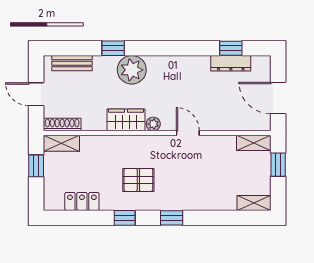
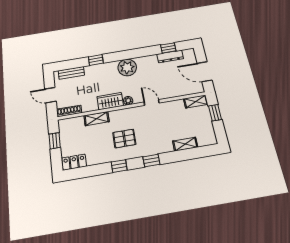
plant: (132, 70) -> (127, 67), moved
shelving: (61, 143) -> (97, 119), moved
locker: (82, 201) -> (74, 162), moved
shelving: (254, 203) -> (185, 144), moved

